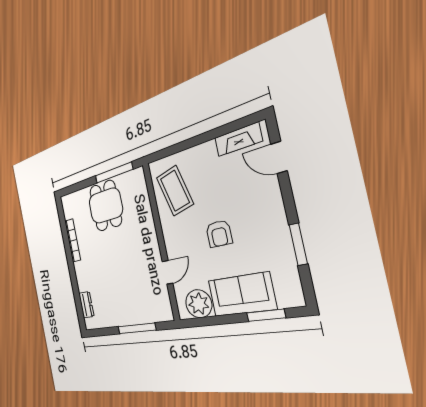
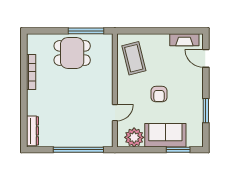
dining table: (106, 206) -> (72, 53), turned 90
dresser: (86, 305) -> (33, 131), width x1.44
window: (137, 328) -> (78, 150), width x1.46

